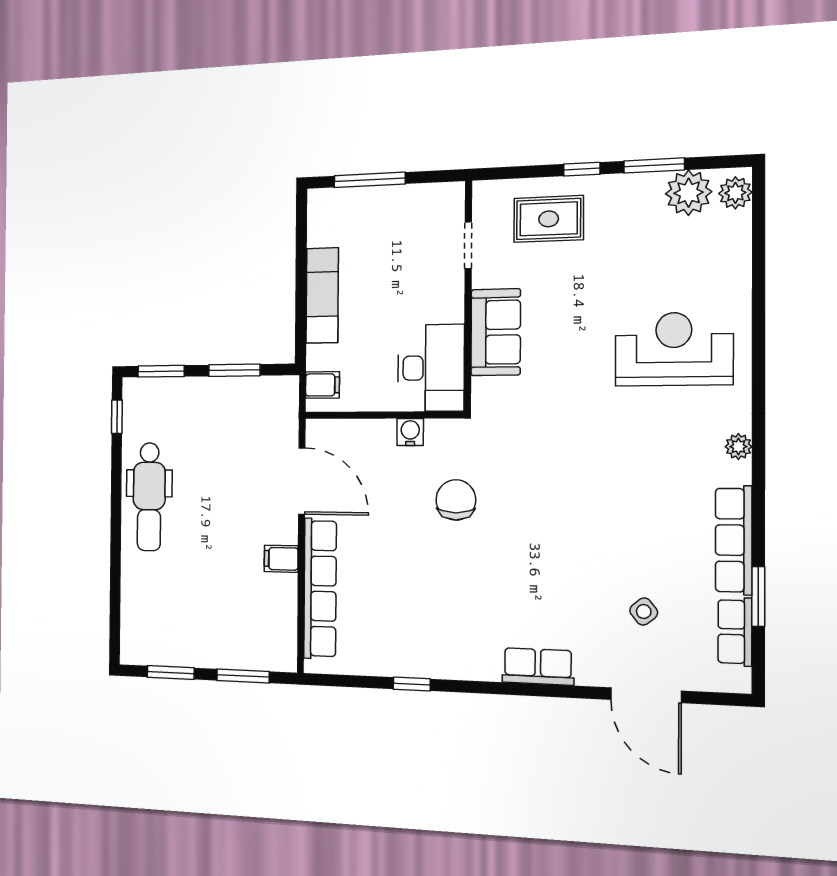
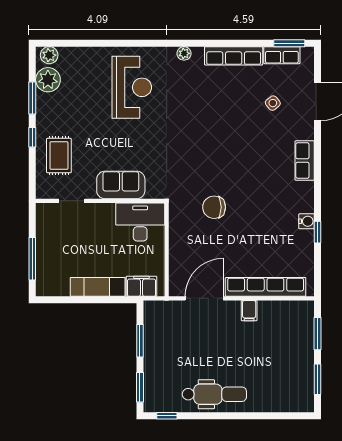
reception desk: (674, 349) -> (132, 87), turned 180
filing cabinet: (322, 385) -> (141, 286), width x2.00
water cooler: (410, 432) -> (307, 221), moved, turned 180
window: (758, 597) -> (289, 43), moved

